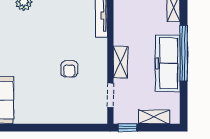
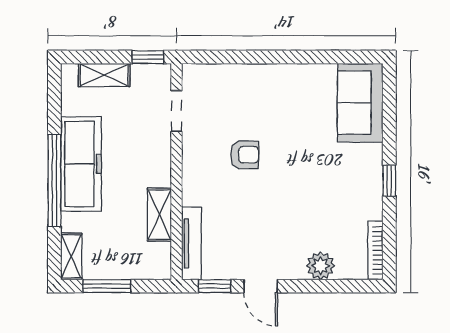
shelving: (121, 62) -> (159, 215), moved
armchair: (69, 69) -> (245, 155), turned 90

